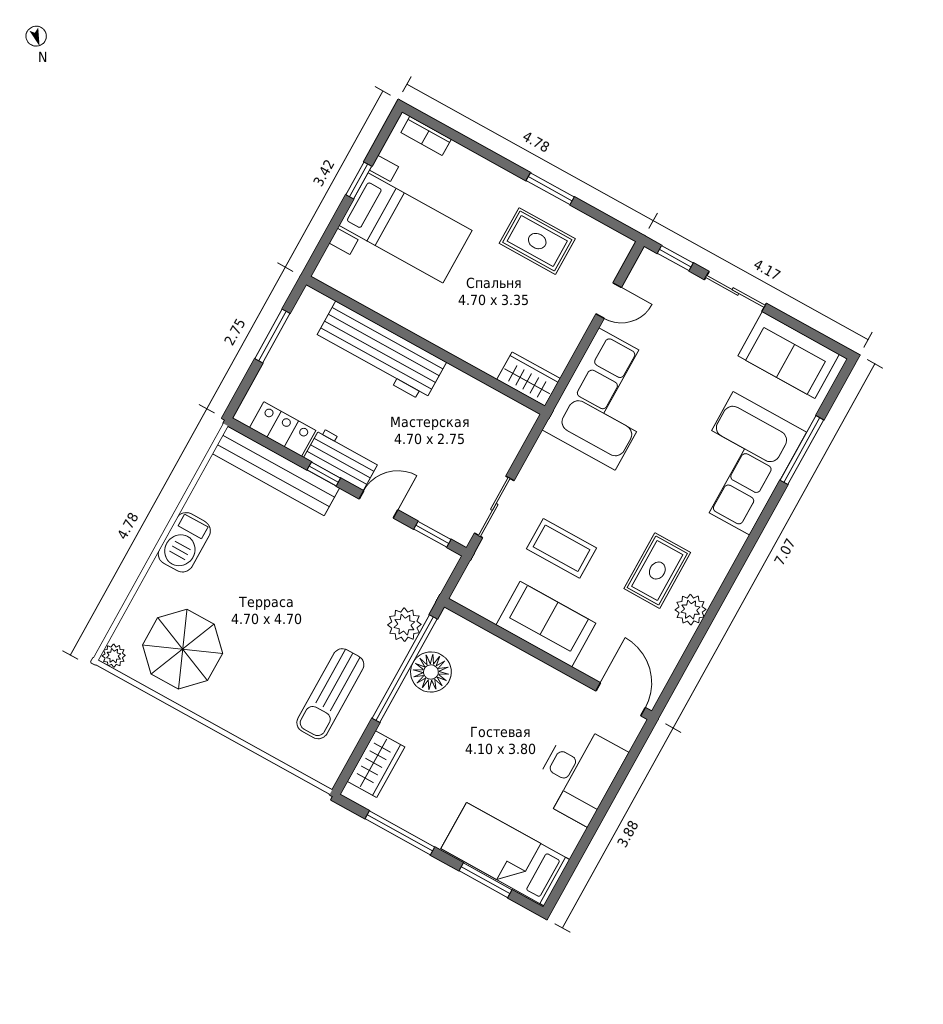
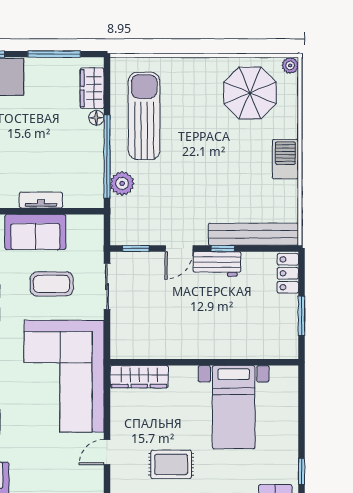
window: (359, 180) -> (301, 471), moved
bed with nightstands: (405, 228) -> (234, 407), moved, turned -90
workbench: (380, 352) -> (230, 343), removed
wardrobe: (529, 379) -> (139, 377), width x1.50
corner sofa: (607, 399) -> (64, 376), width x1.36, depth x1.36
locker: (283, 429) -> (288, 273), moved, turned 90
tv unit: (517, 660) -> (41, 200), added
floor lamp: (431, 672) -> (96, 118), moved, width x0.53, depth x0.53
sun lounger: (330, 694) -> (144, 116), width x1.36, depth x1.34

